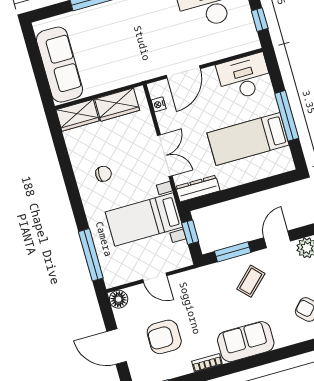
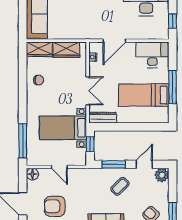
chair: (104, 174) -> (38, 80), moved

